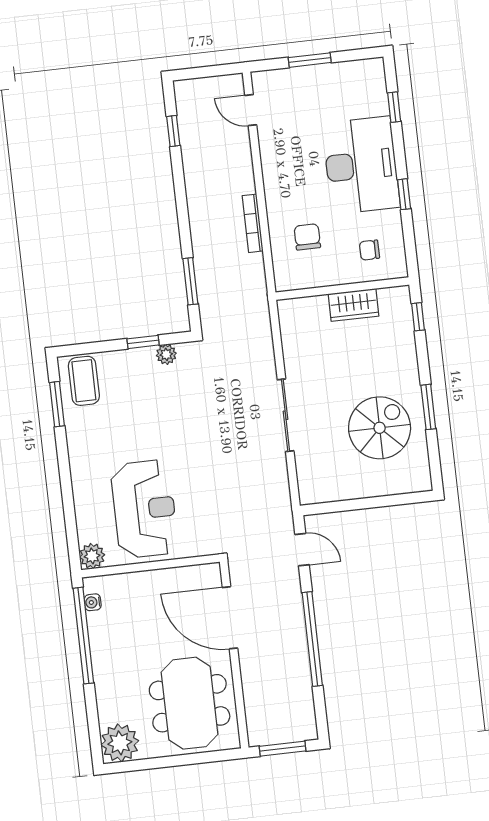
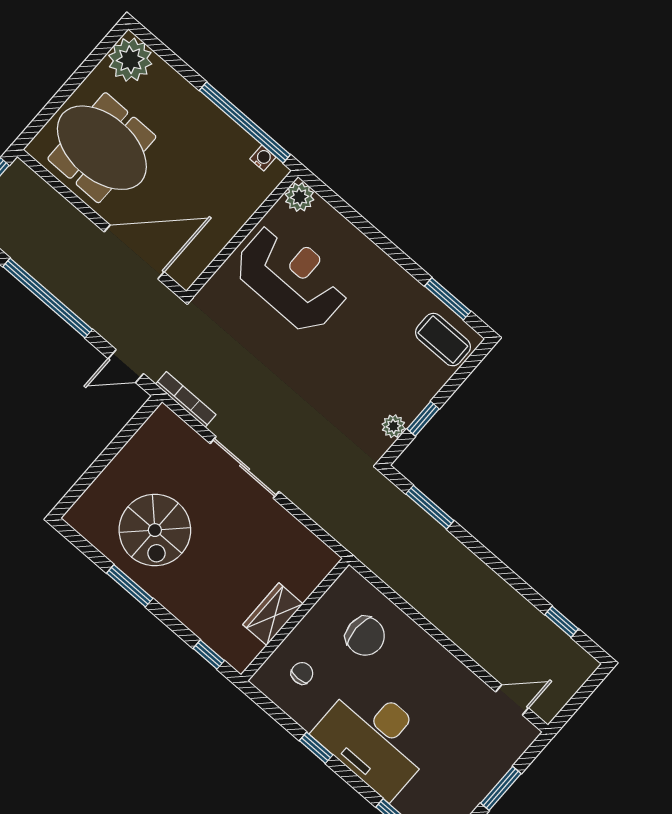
bookcase: (253, 223) -> (186, 399), moved
chair: (307, 237) -> (365, 636), width x1.37, depth x1.37
reception desk: (144, 509) -> (292, 278), turned 180

